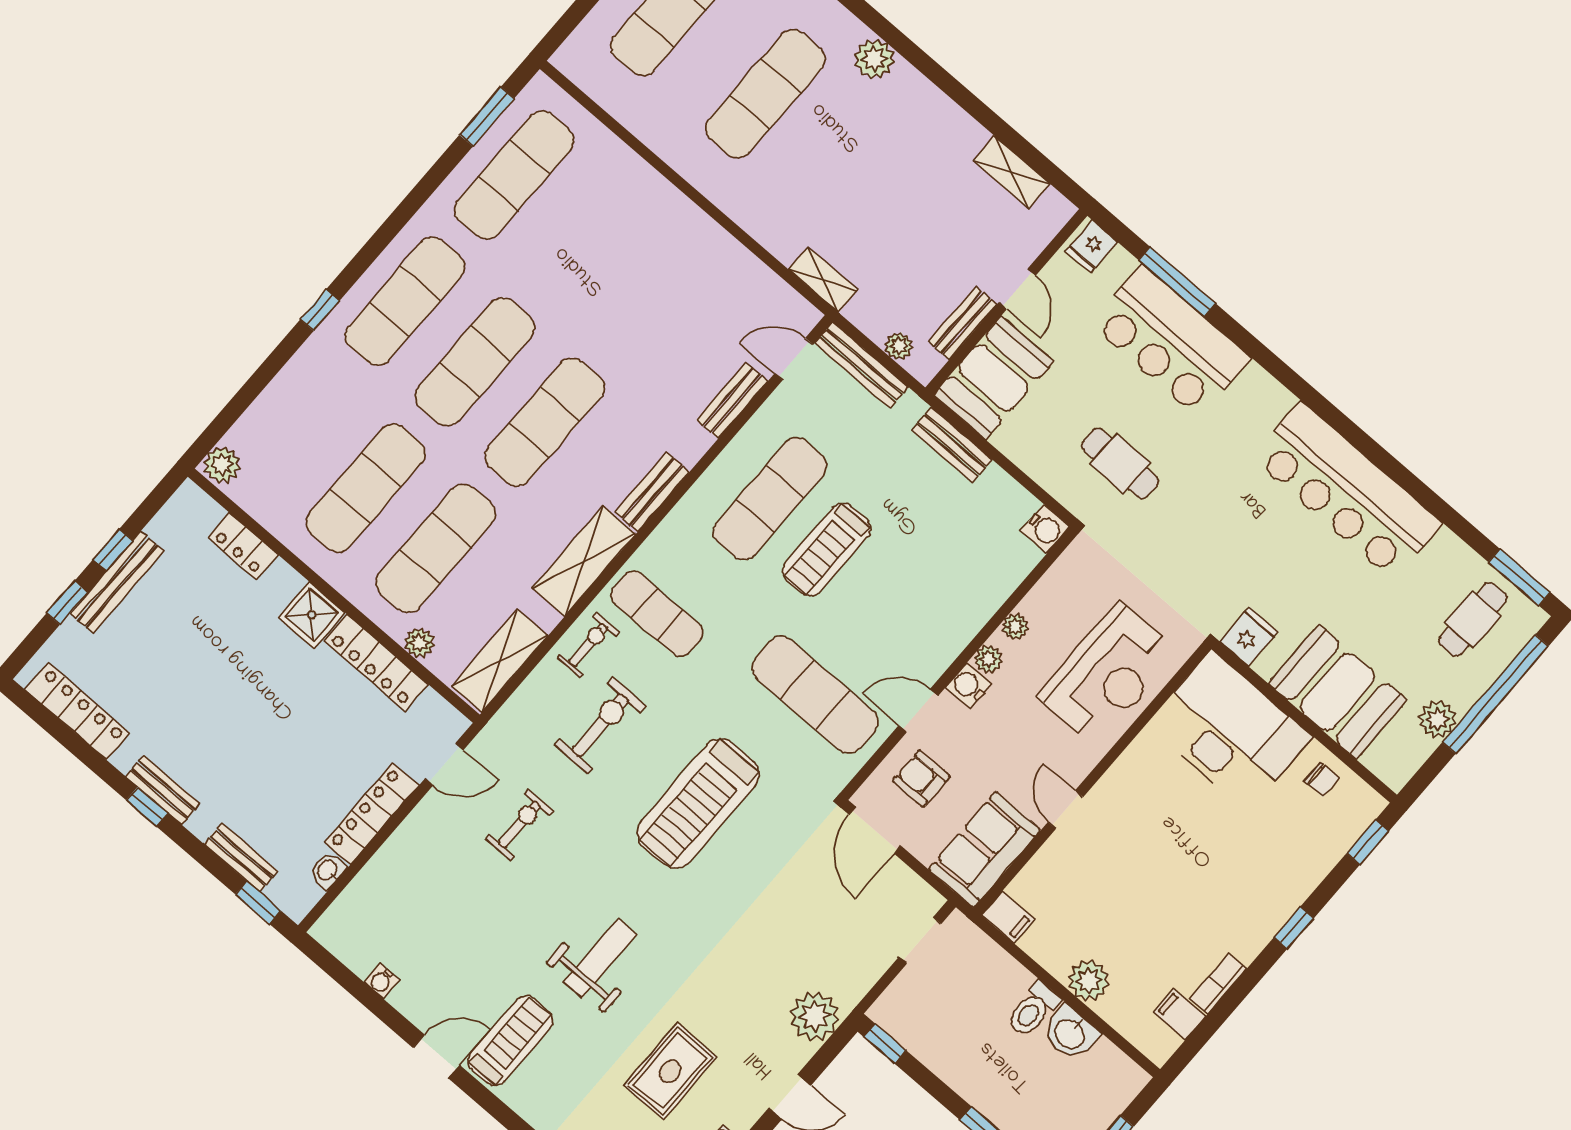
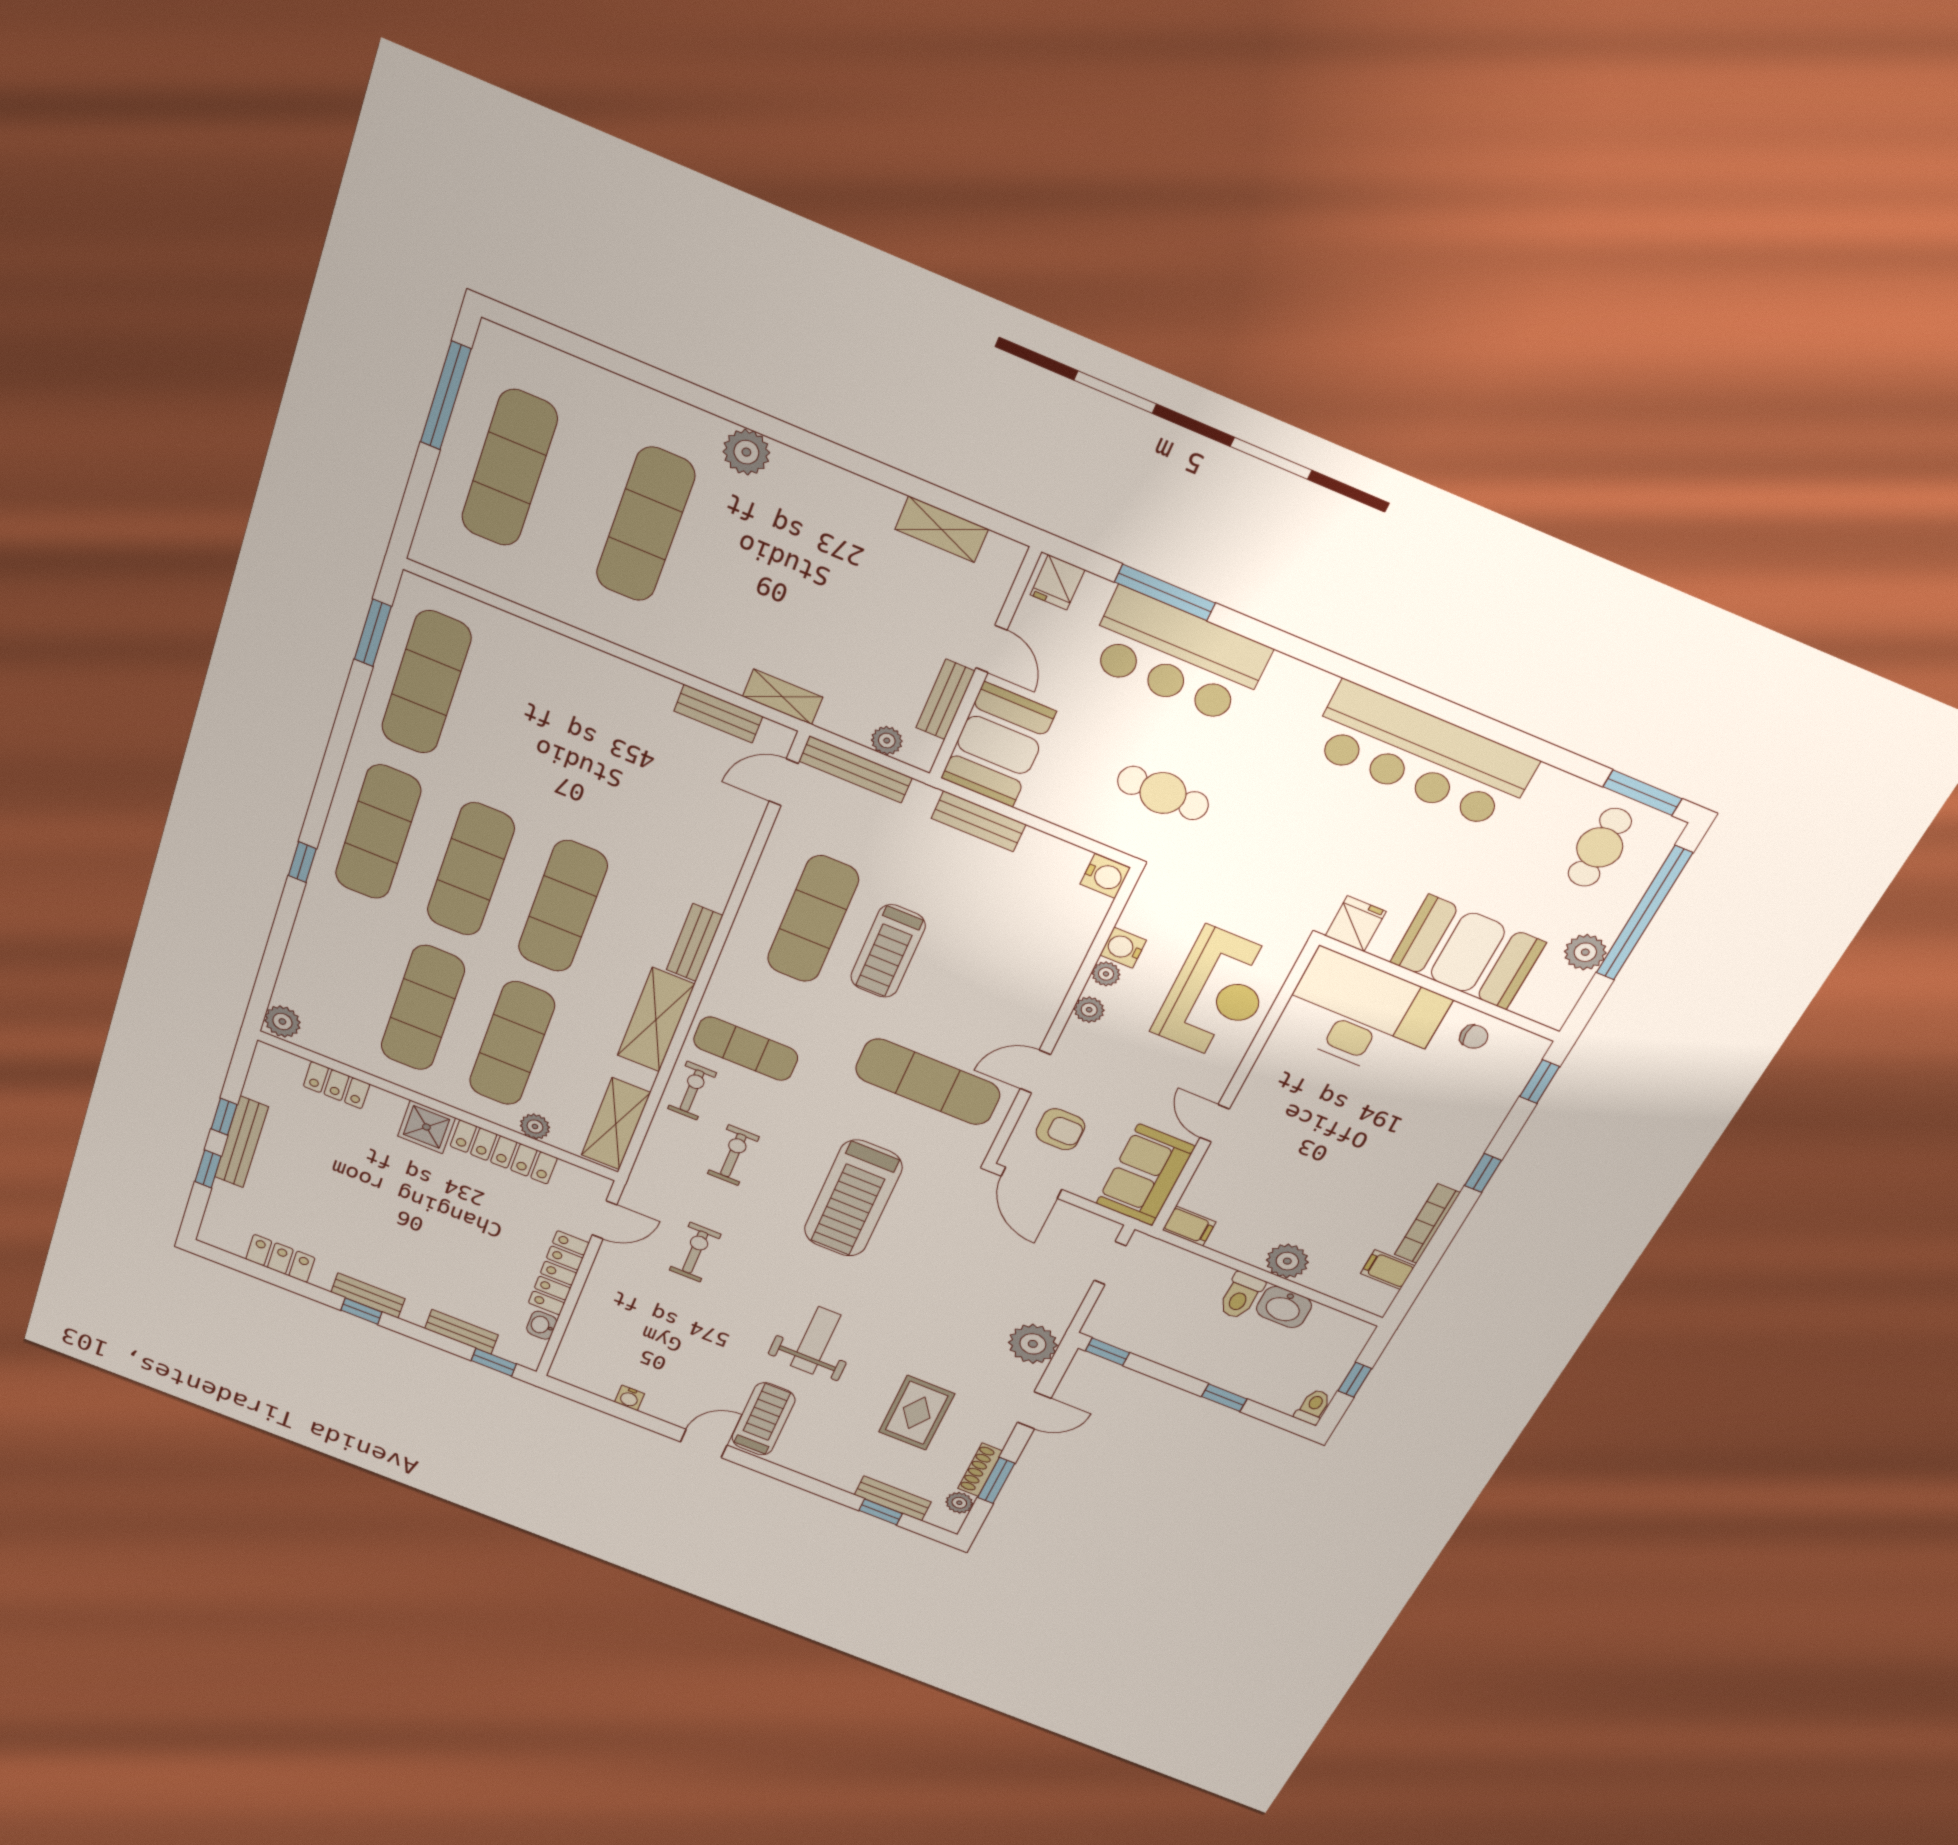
bench: (732, 401) -> (718, 714), moved, turned 90
water cooler: (968, 686) -> (1123, 948), moved
locker: (78, 711) -> (280, 1258), width x0.66
exercise bike: (600, 725) -> (733, 1155), width x0.73, depth x0.72
armchair: (921, 779) -> (1060, 1129), turned 180
bookcase: (1218, 984) -> (1427, 1224), width x1.56

